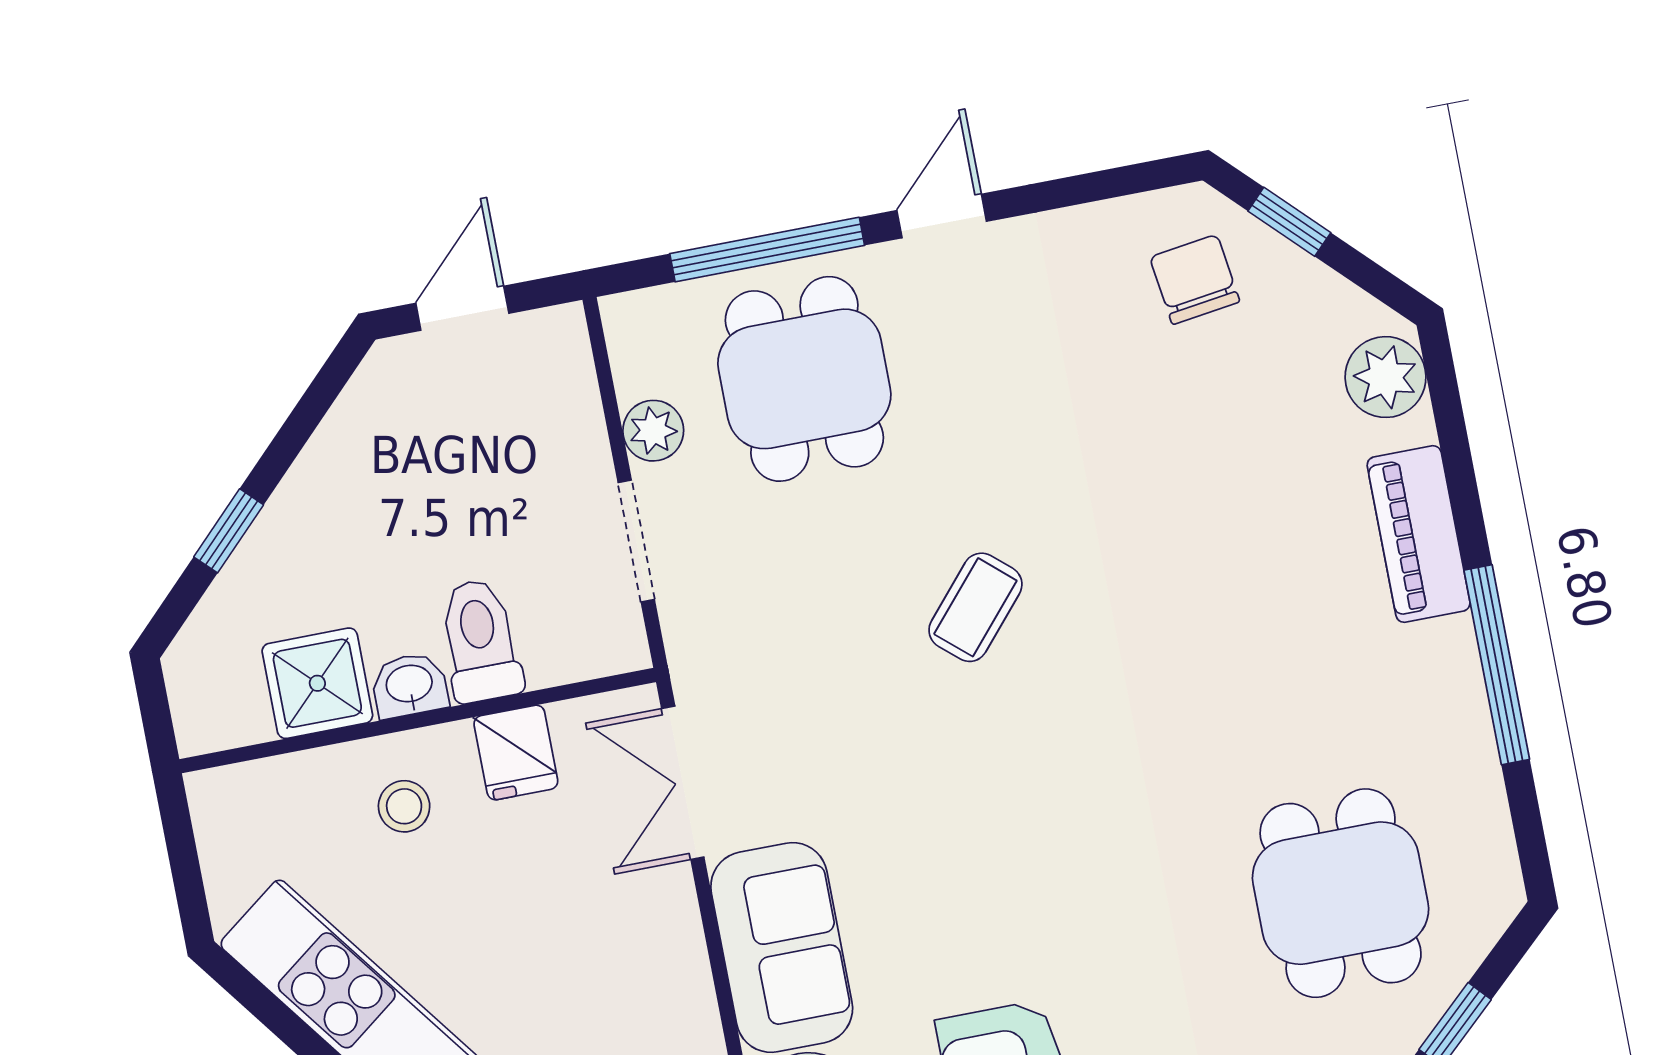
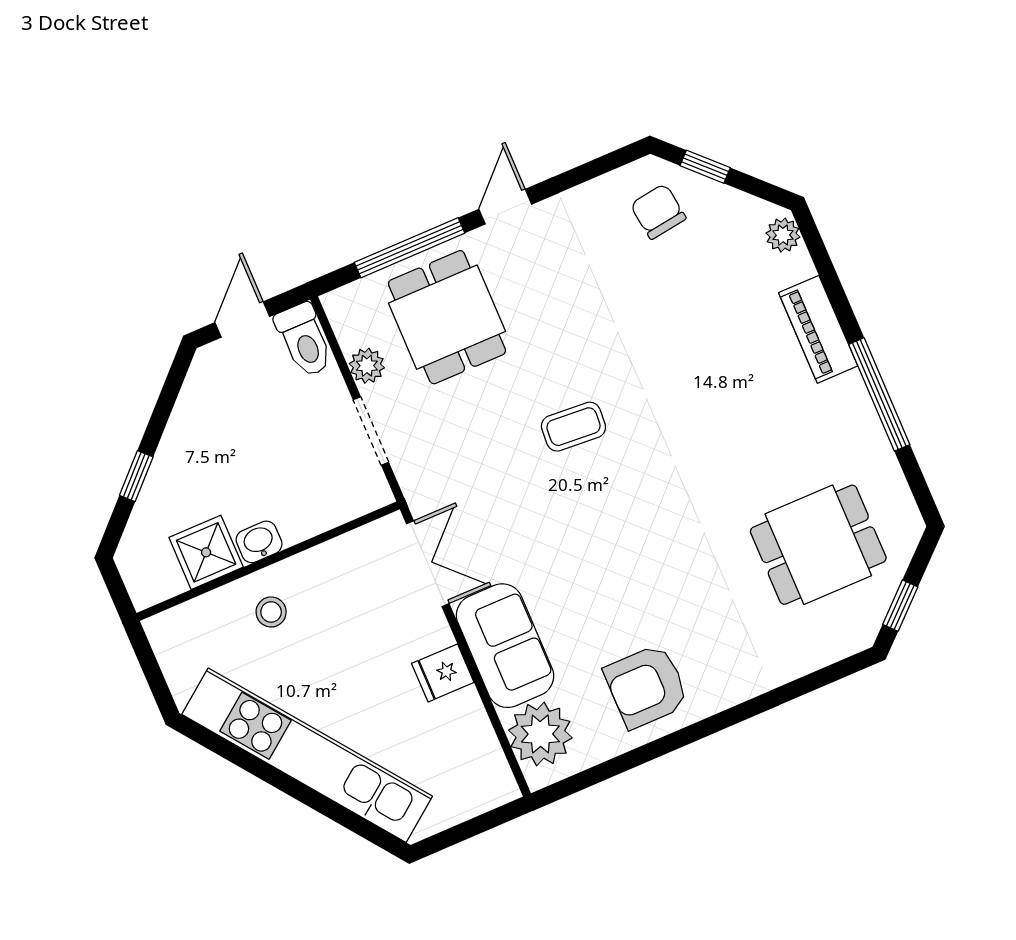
plant: (1386, 377) -> (783, 235), width x0.73, depth x0.73
coffee table: (975, 607) -> (573, 427), turned 53
toilet: (480, 641) -> (304, 340), moved, turned 180
fridge: (516, 752) -> (443, 673), moved, turned 90
double door: (683, 783) -> (428, 564), swing flipped
dining table: (1341, 893) -> (818, 545), turned 90

